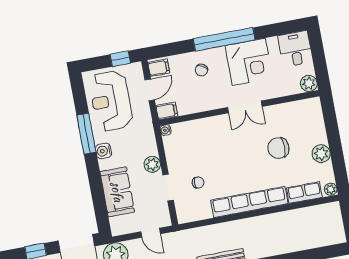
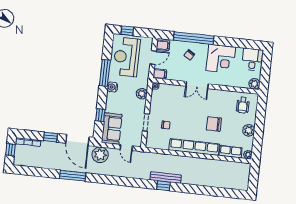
window: (224, 39) -> (194, 38), moved
window: (120, 59) -> (127, 31), moved
double door: (245, 107) -> (197, 85), moved
wheelchair: (301, 120) -> (243, 105), added
chair: (278, 148) -> (214, 124), moved
plant: (152, 164) -> (142, 94), moved
sofa: (117, 192) -> (112, 129), moved
window: (98, 197) -> (100, 115), added

